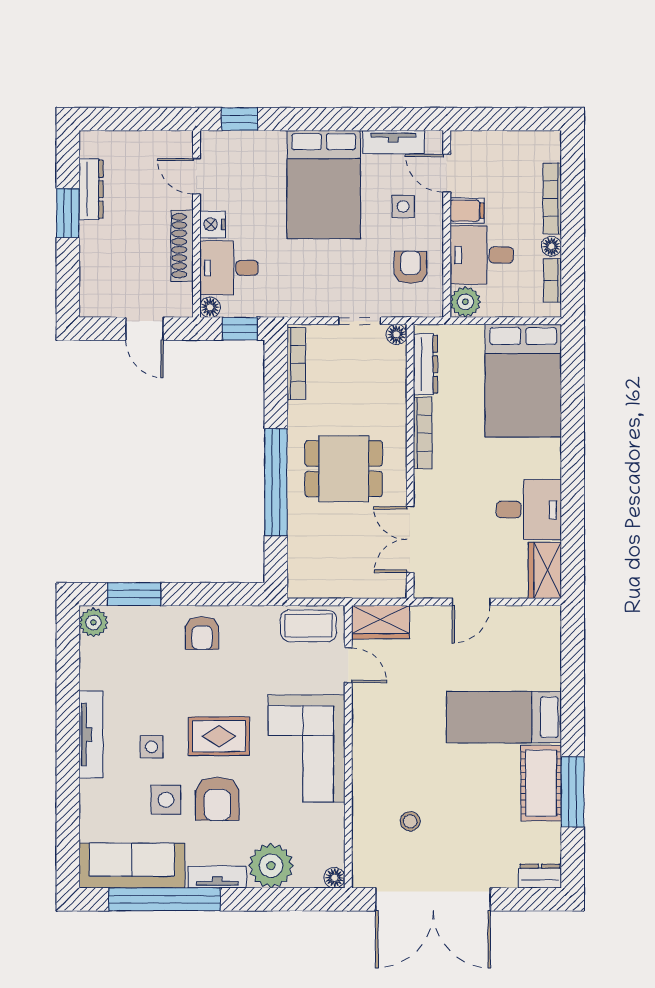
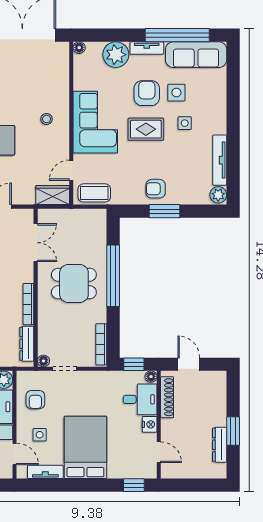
shoe rack: (182, 246) -> (167, 397), moved
window: (134, 594) -> (165, 211), moved
armchair: (202, 633) -> (156, 189), turned -90
door: (348, 665) -> (71, 170), hinge flipped
tv unit: (91, 735) -> (220, 160), moved
stool: (410, 821) -> (47, 119), moved

